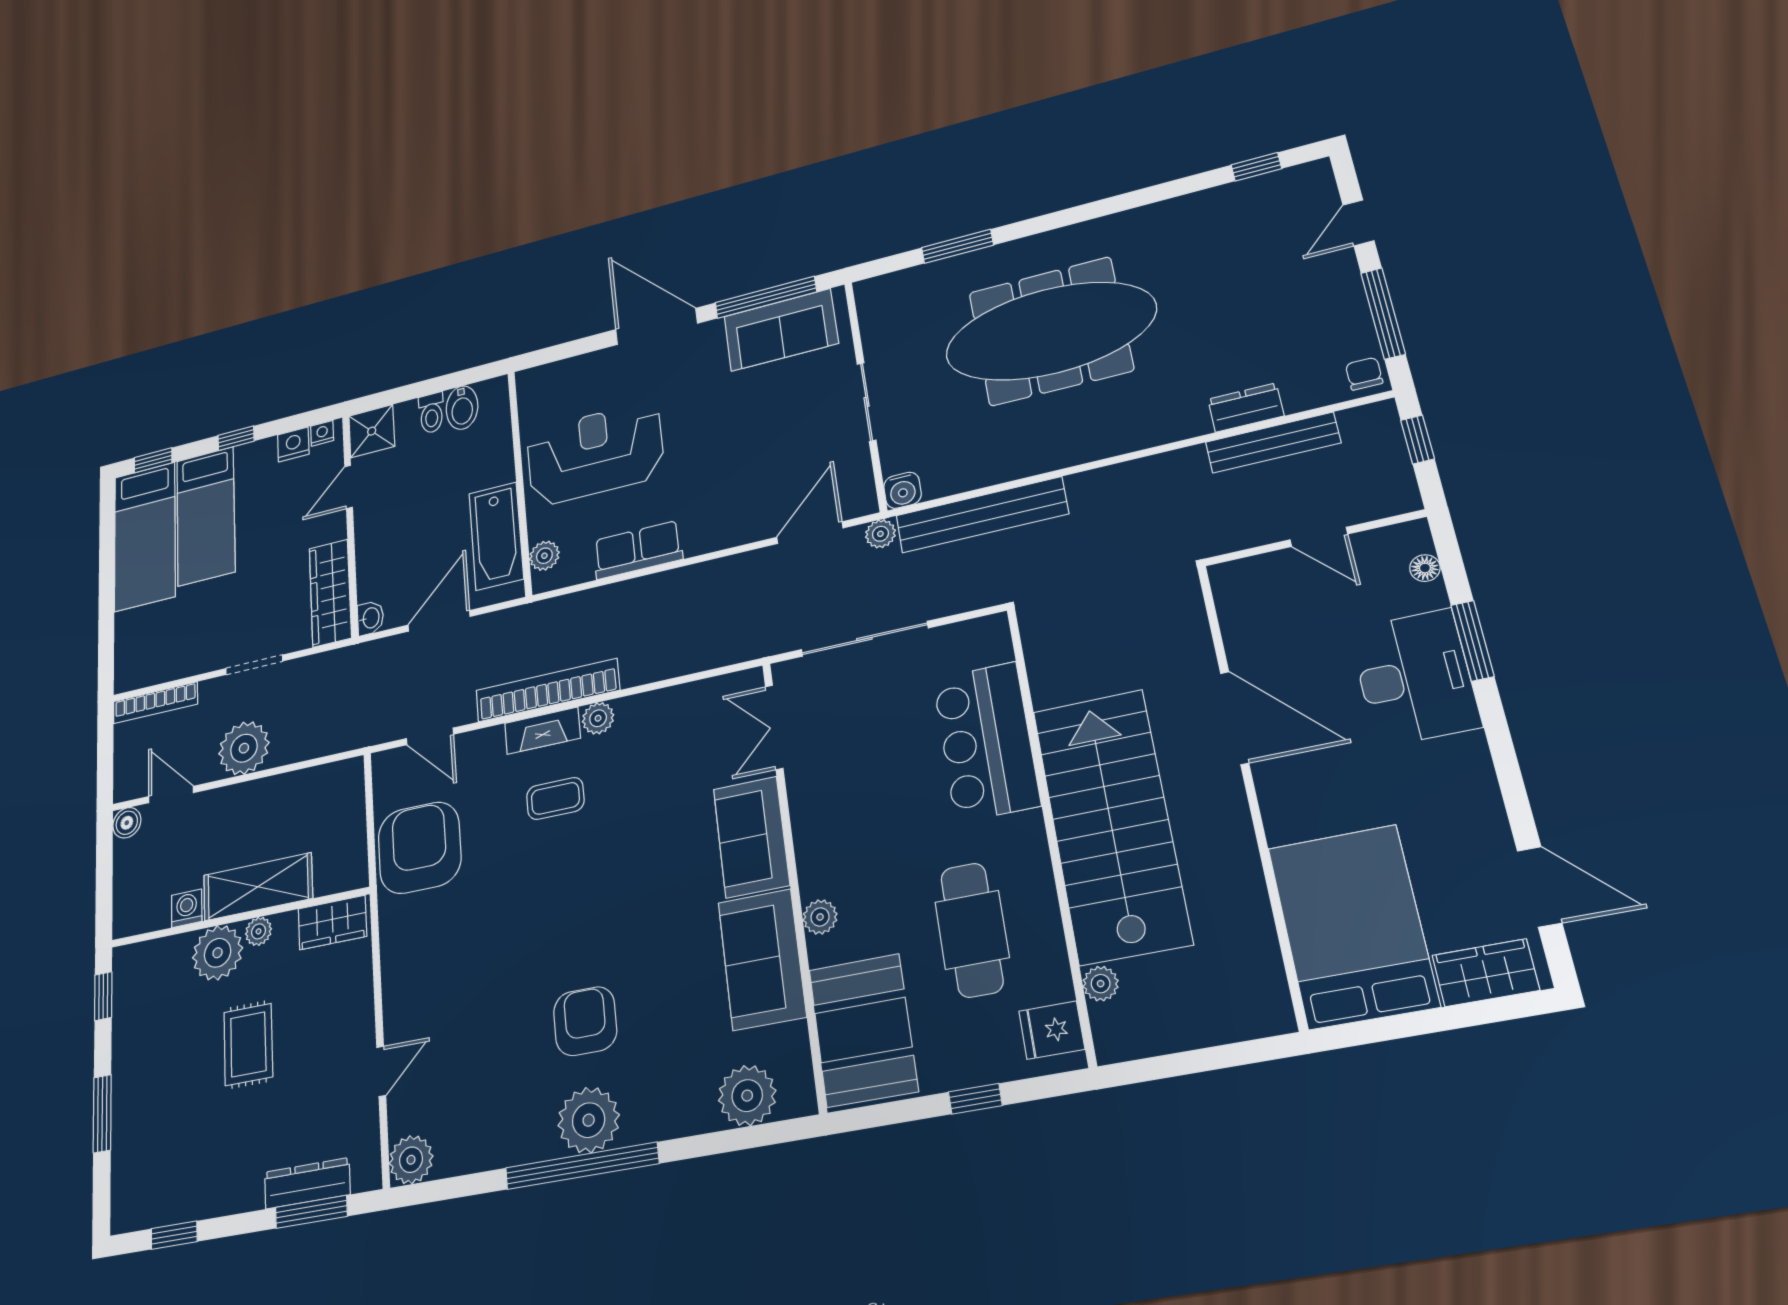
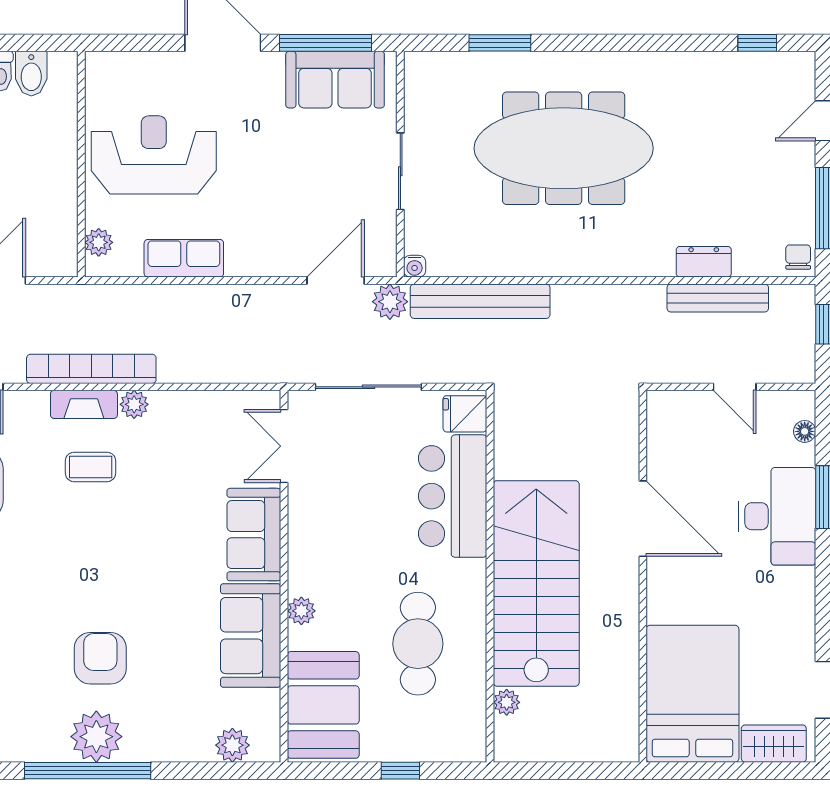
water cooler: (903, 490) -> (415, 266), width x0.72, depth x0.72
plant: (880, 534) -> (390, 302), width x1.38, depth x1.38
bathtub: (496, 536) -> (55, 212), removed
fridge: (1052, 1030) -> (465, 414), moved
plant: (747, 1096) -> (232, 745), width x0.73, depth x0.73

